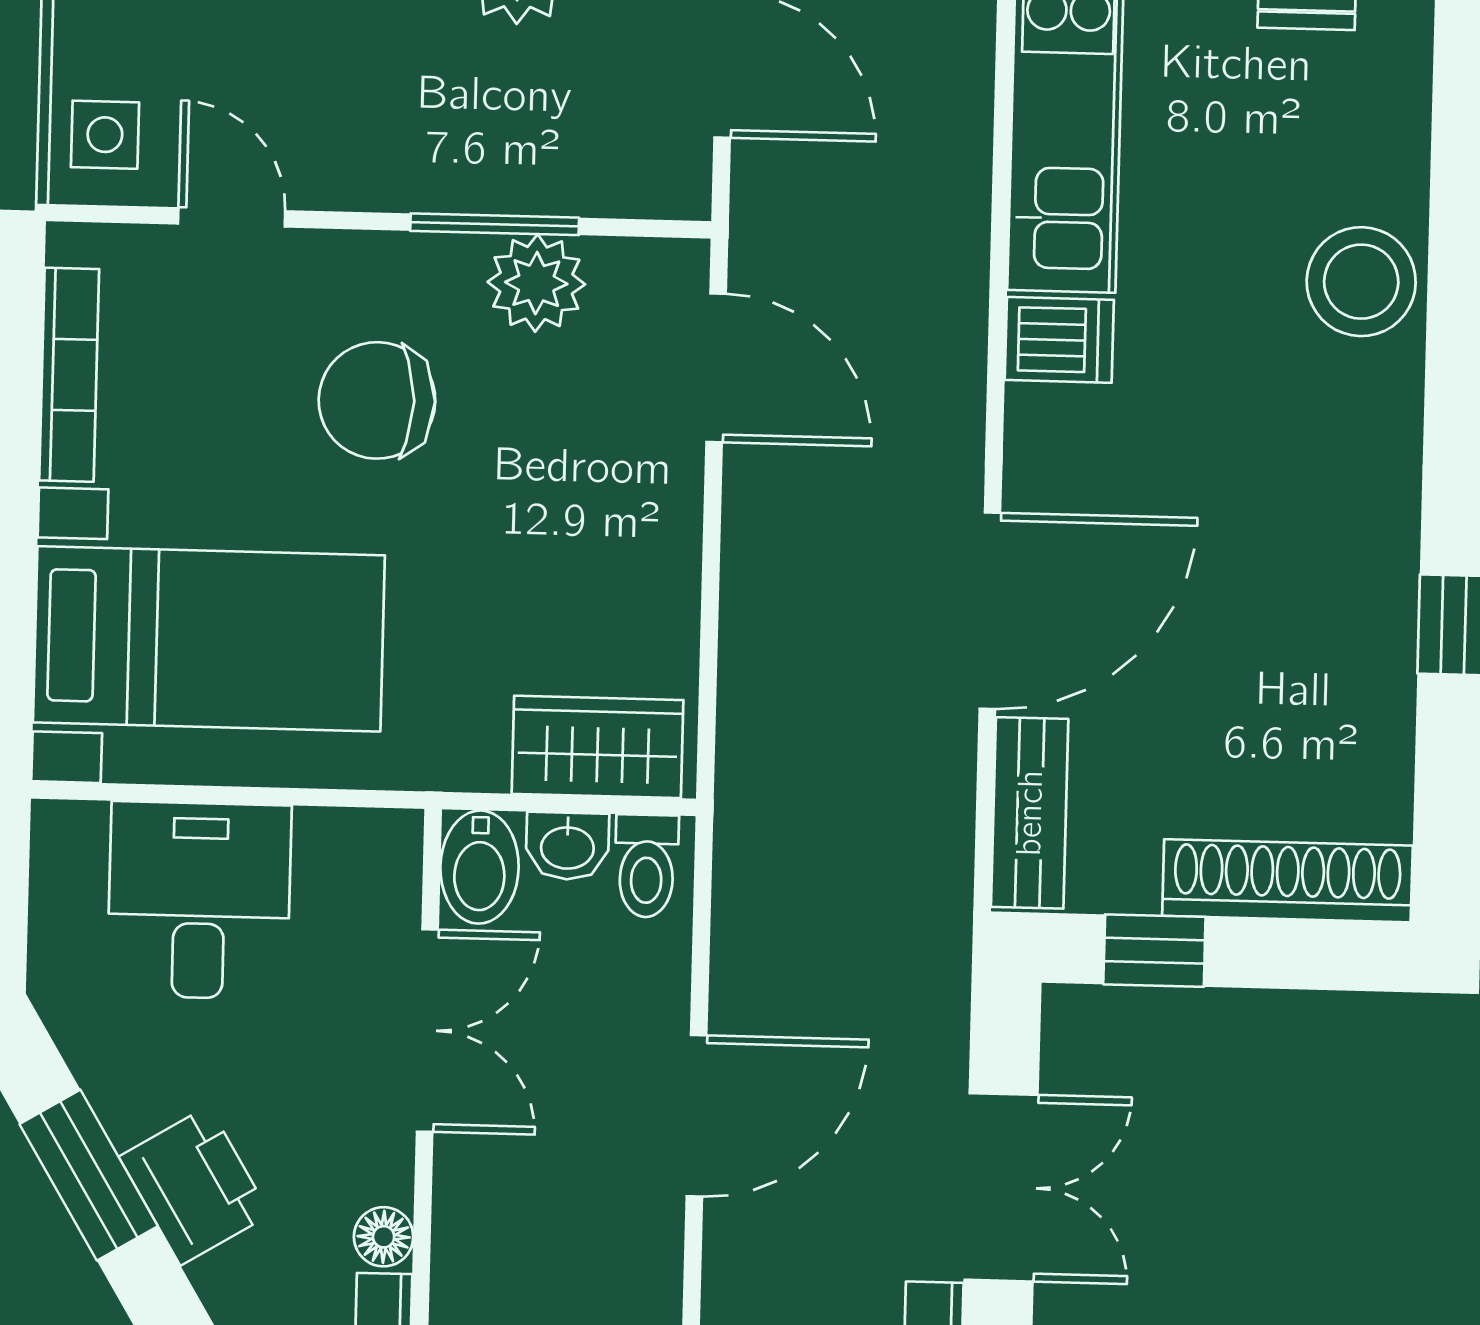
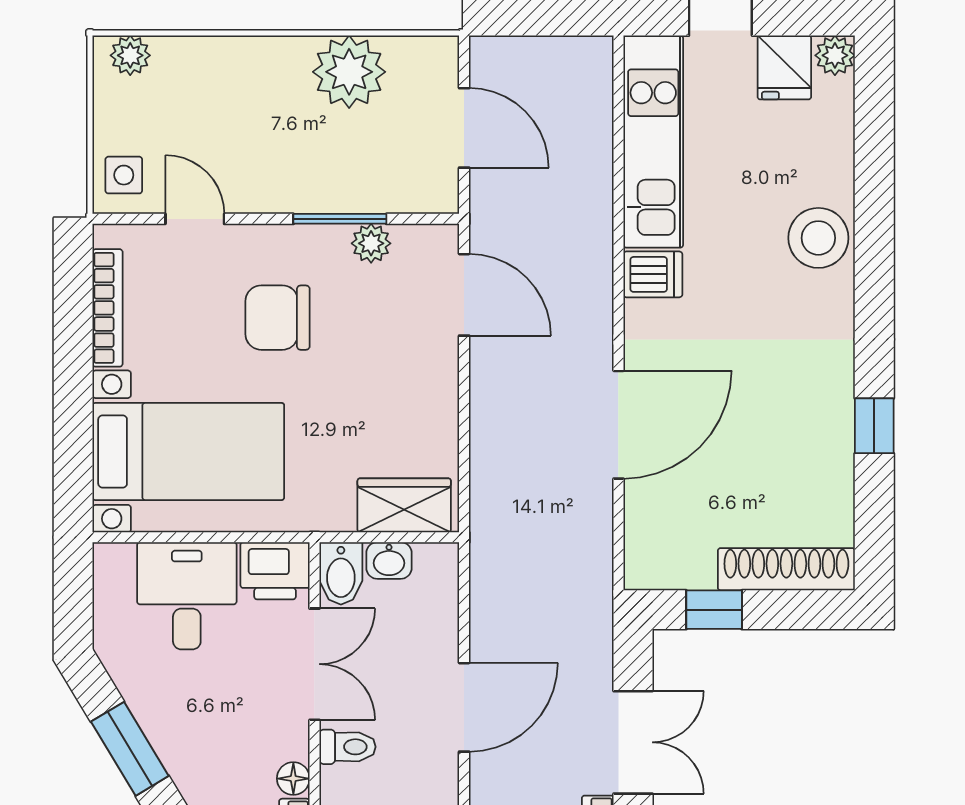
plant: (536, 283) -> (371, 243), width x0.73, depth x0.73
bench: (1030, 813) -> (643, 536), removed
toilet: (646, 866) -> (347, 747), moved, turned -90
printer: (195, 1186) -> (275, 571), moved, turned 121

